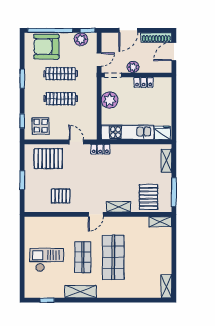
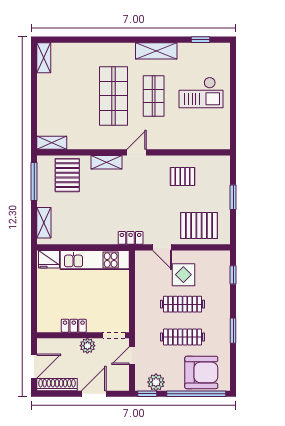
plant: (110, 100) -> (118, 302), removed
display table: (41, 126) -> (183, 275), moved

